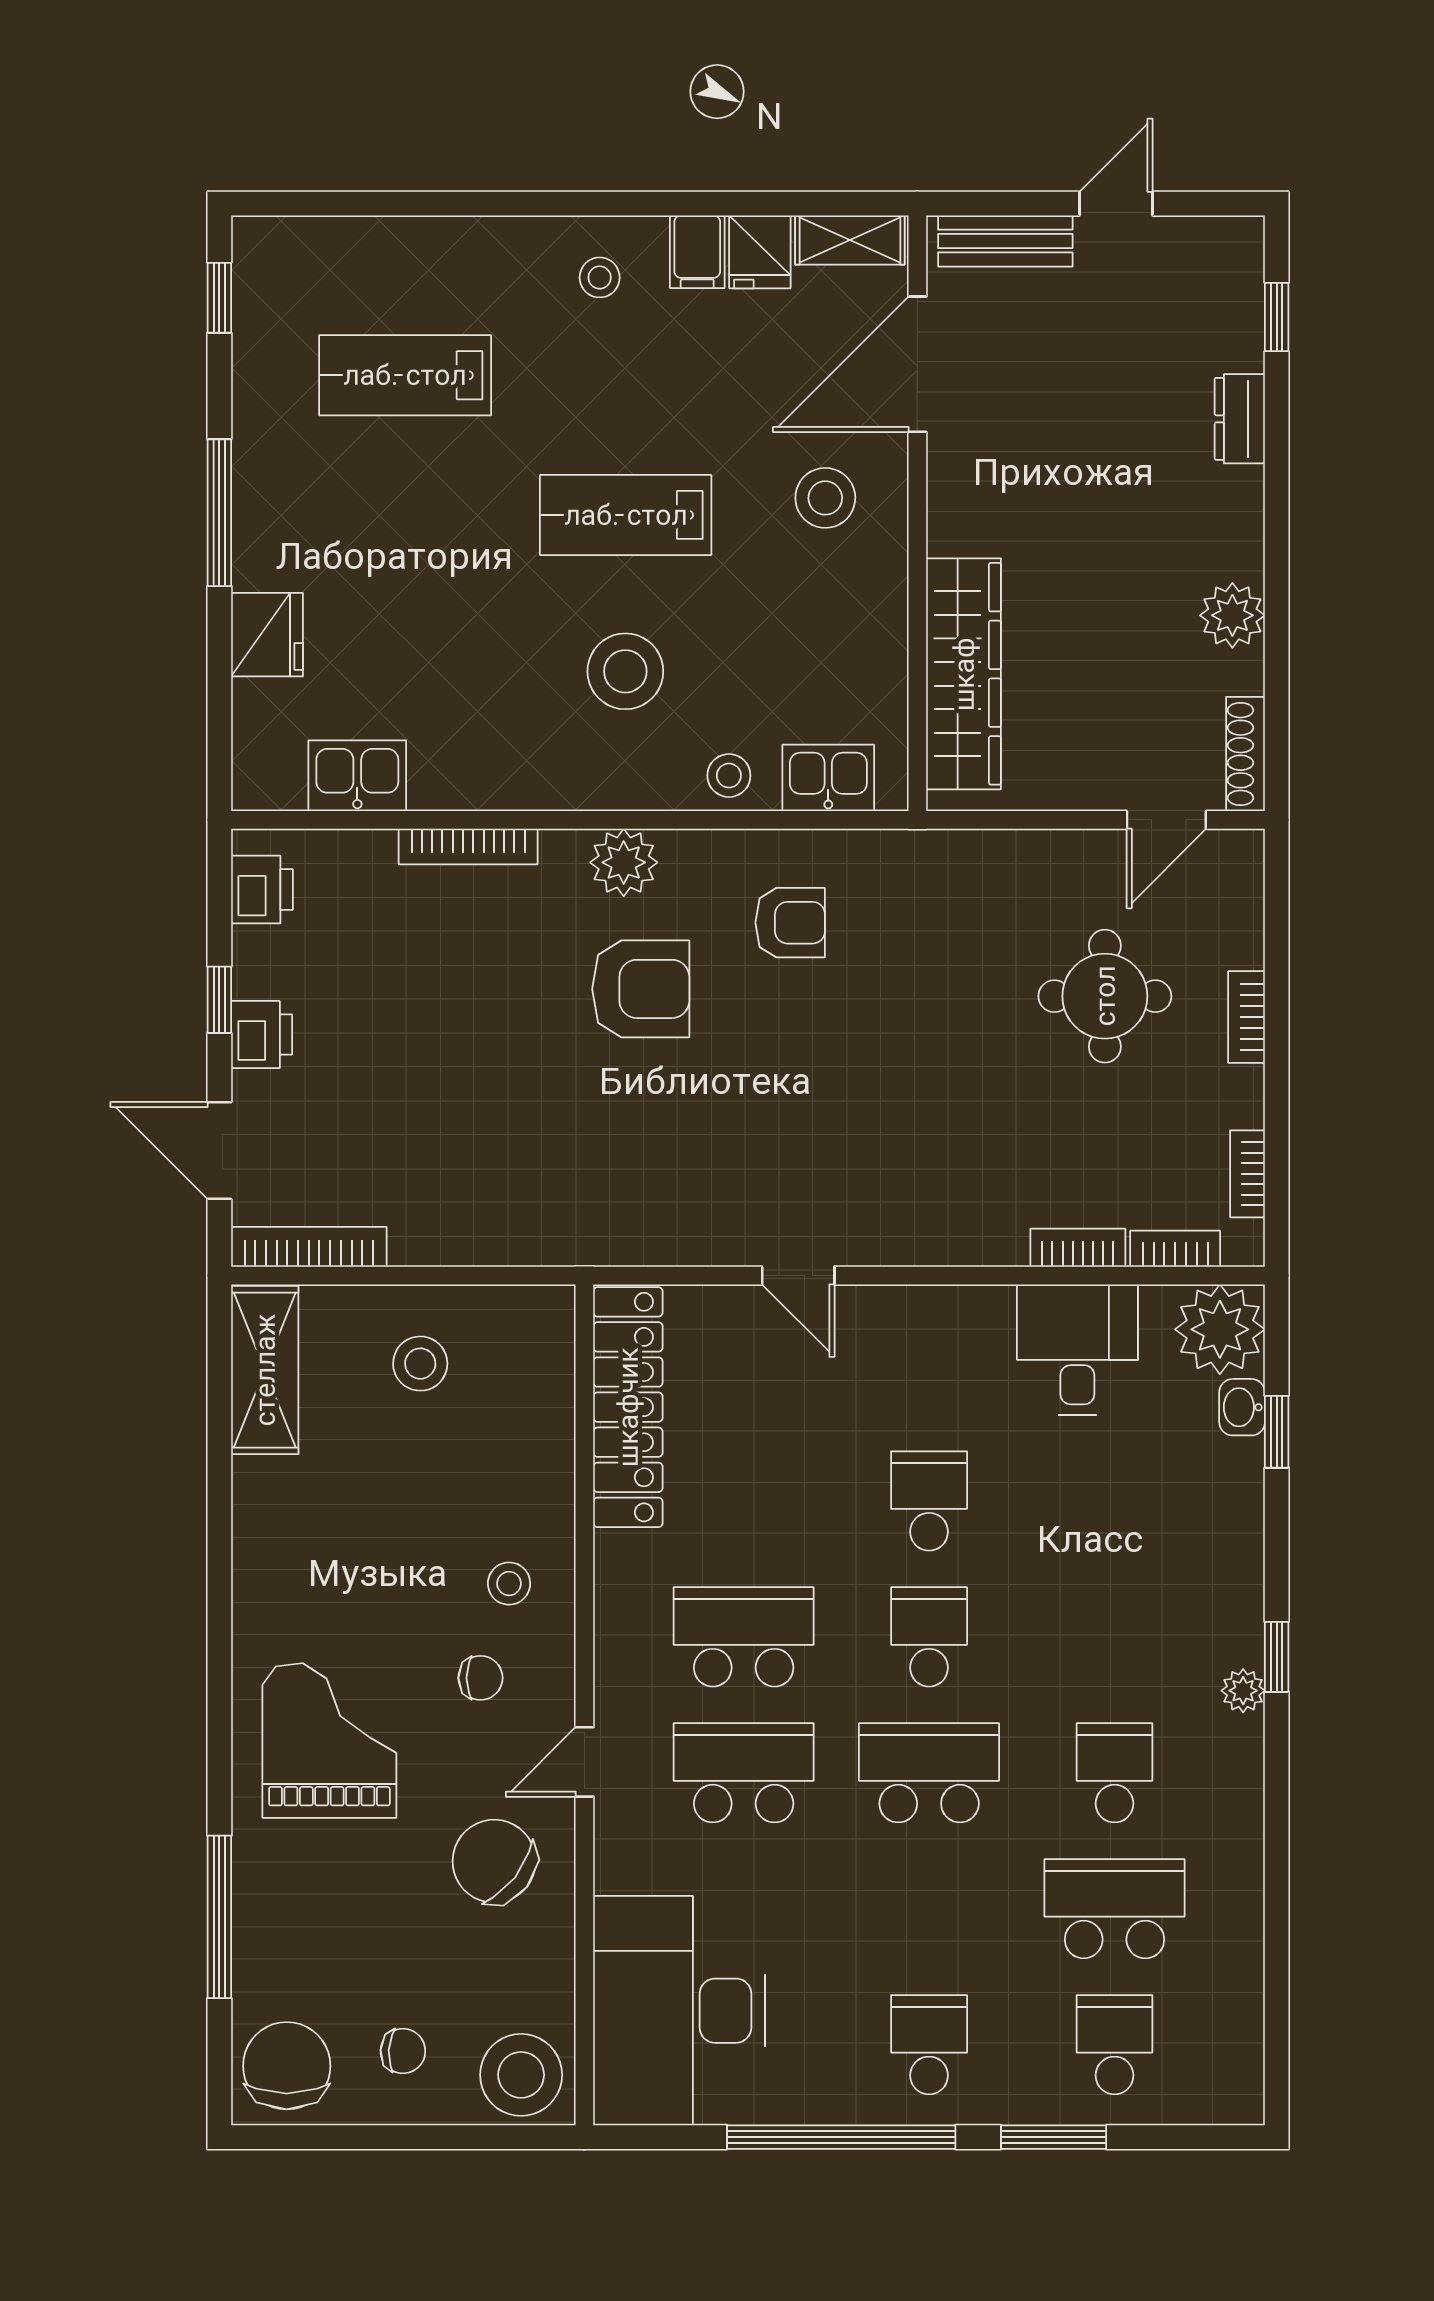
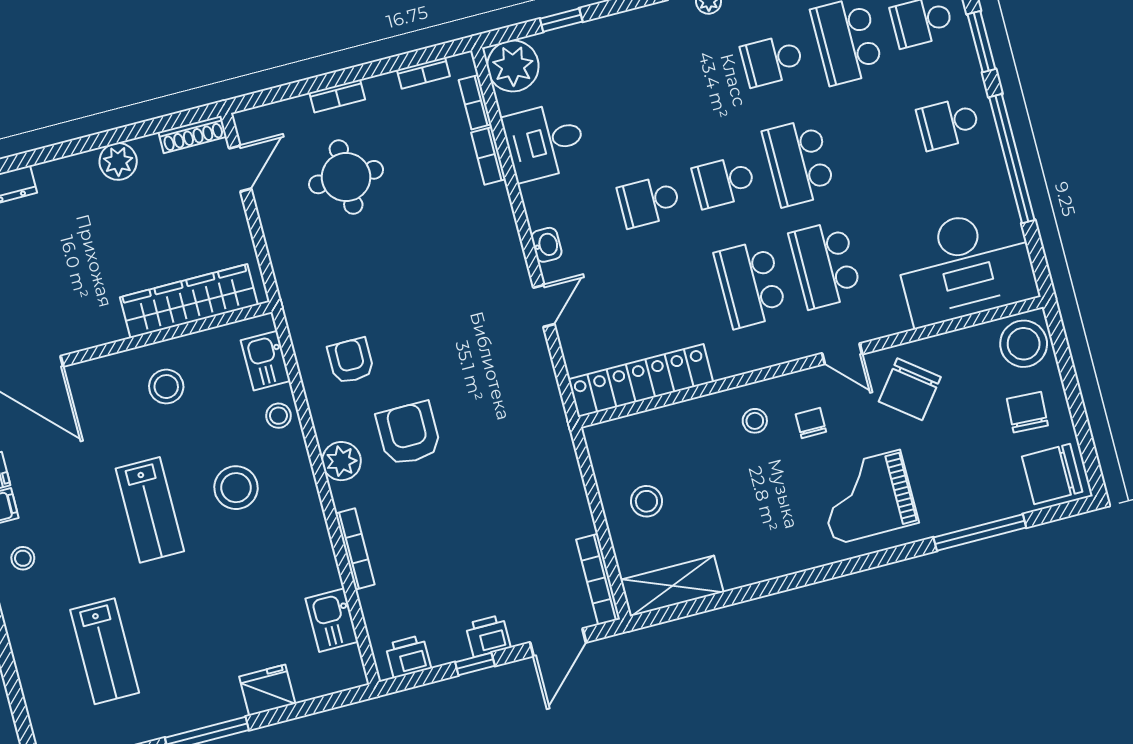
stool: (825, 498) -> (166, 387), moved
door: (1166, 820) -> (240, 168), hinge flipped
washbasin: (1242, 1407) -> (546, 245), moved, turned -90
chair: (403, 2051) -> (1027, 412), width x1.37, depth x1.37

